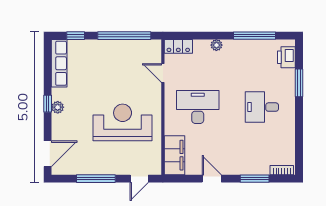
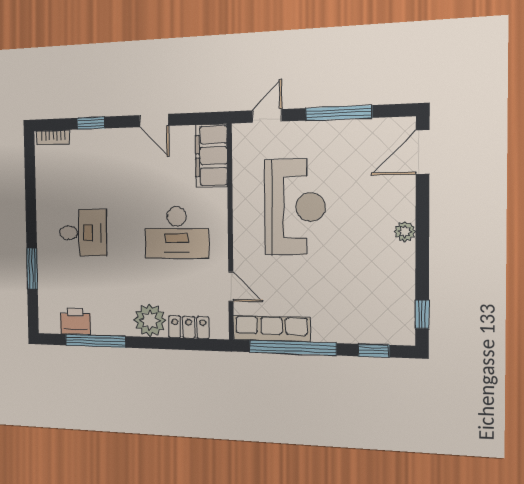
plant: (216, 45) -> (150, 320), width x1.87, depth x1.87
locker: (178, 46) -> (189, 327), moved
printer: (286, 57) -> (75, 321), moved, turned -90
row of seats: (59, 63) -> (271, 329), moved, turned 90
window: (48, 104) -> (422, 314), moved
reception desk: (123, 122) -> (295, 207), turned -90
window: (255, 179) -> (91, 123), width x0.67

